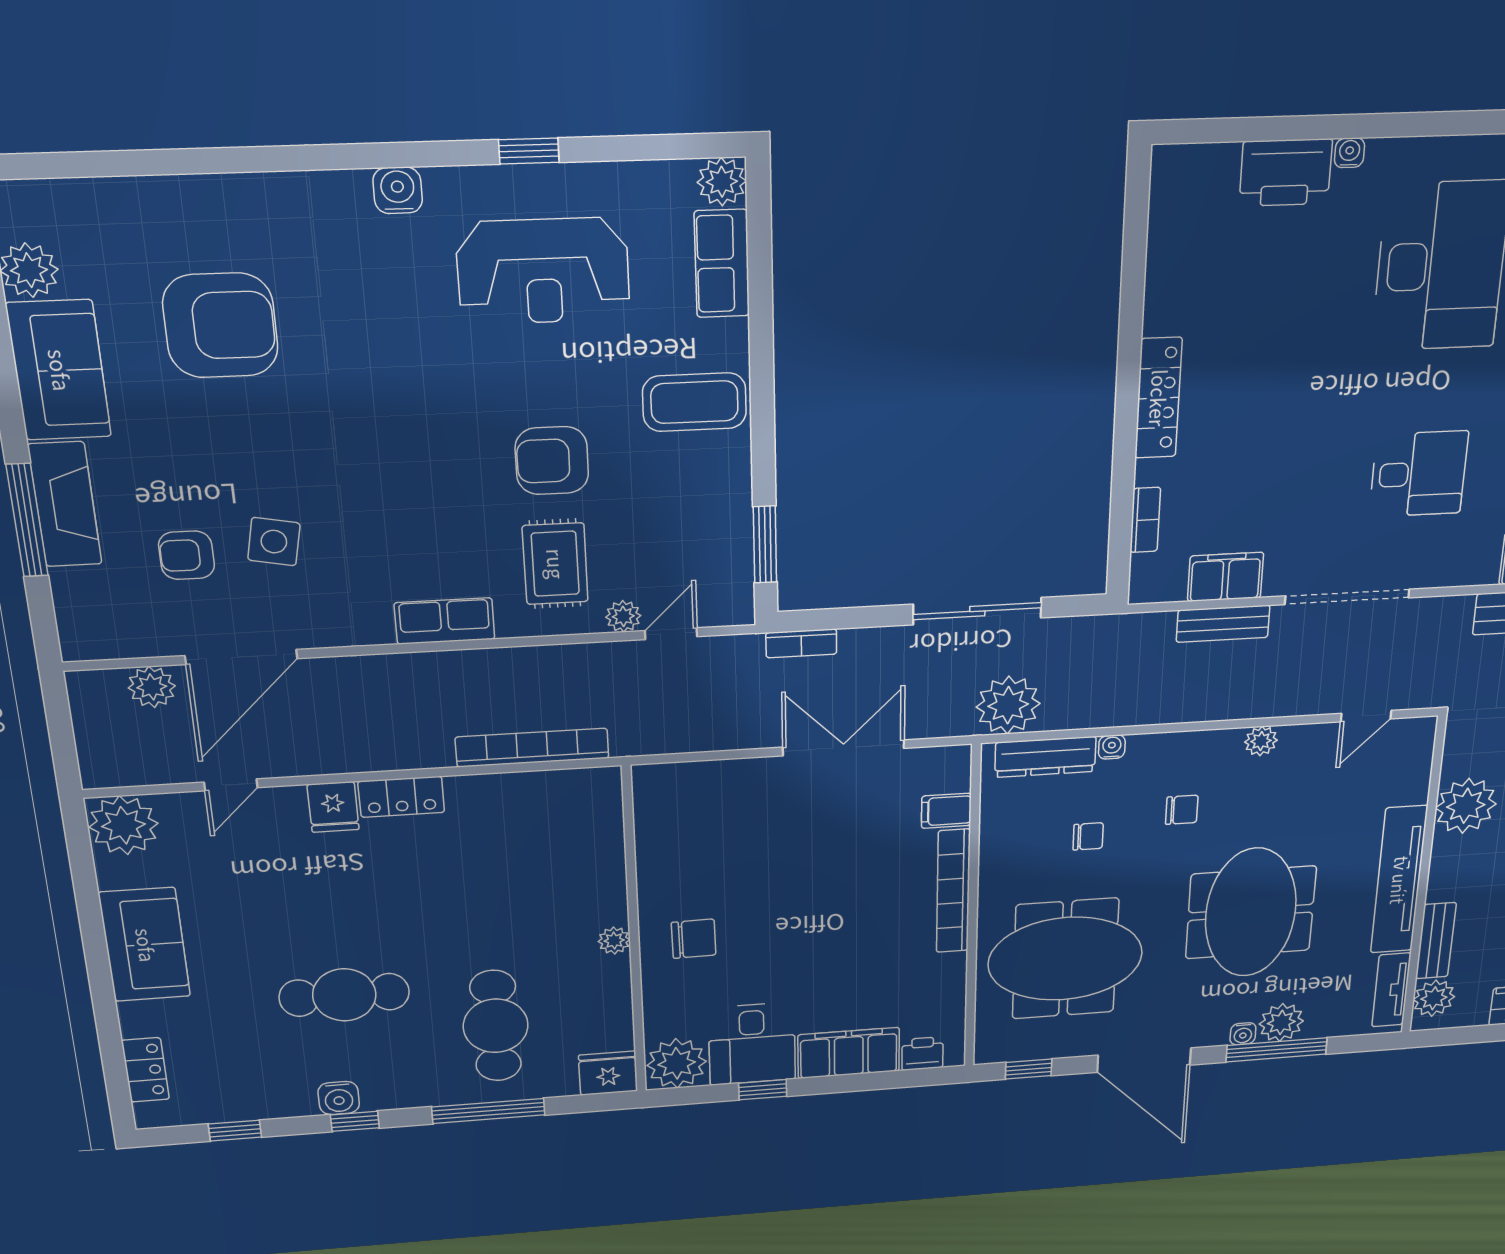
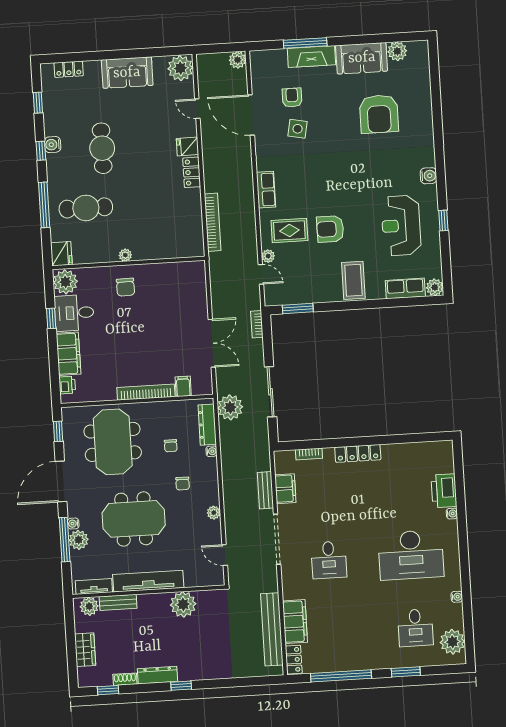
armchair: (552, 461) -> (330, 229), turned -90
plant: (152, 687) -> (238, 60), moved

